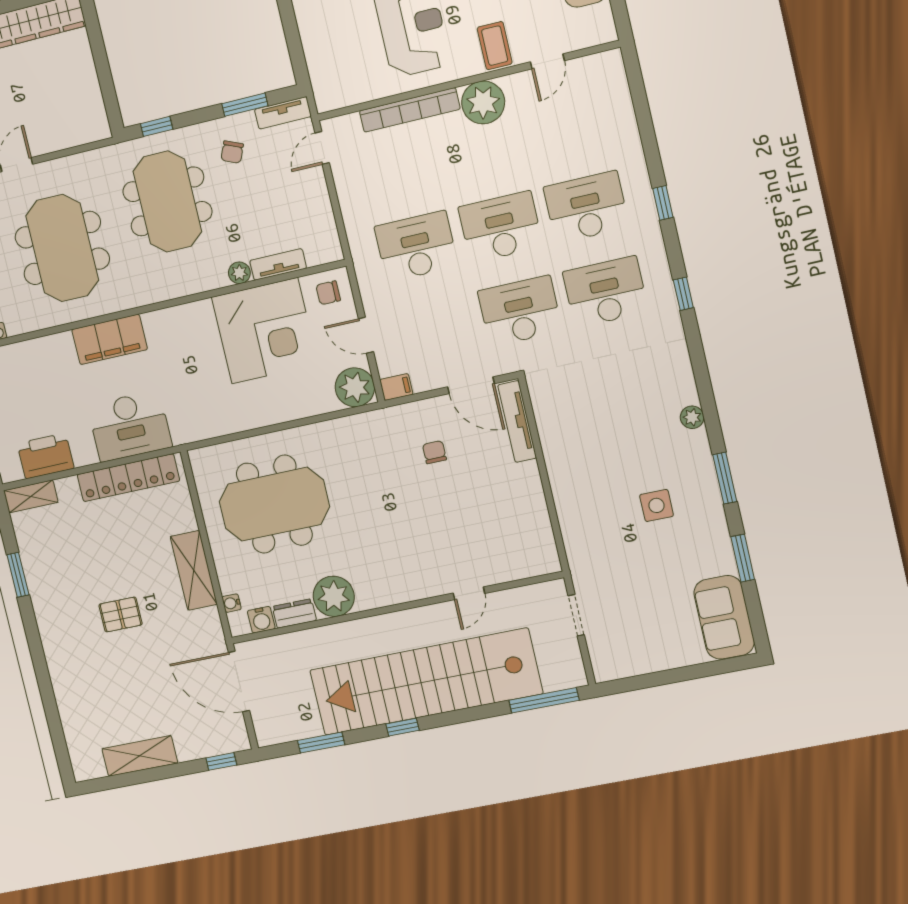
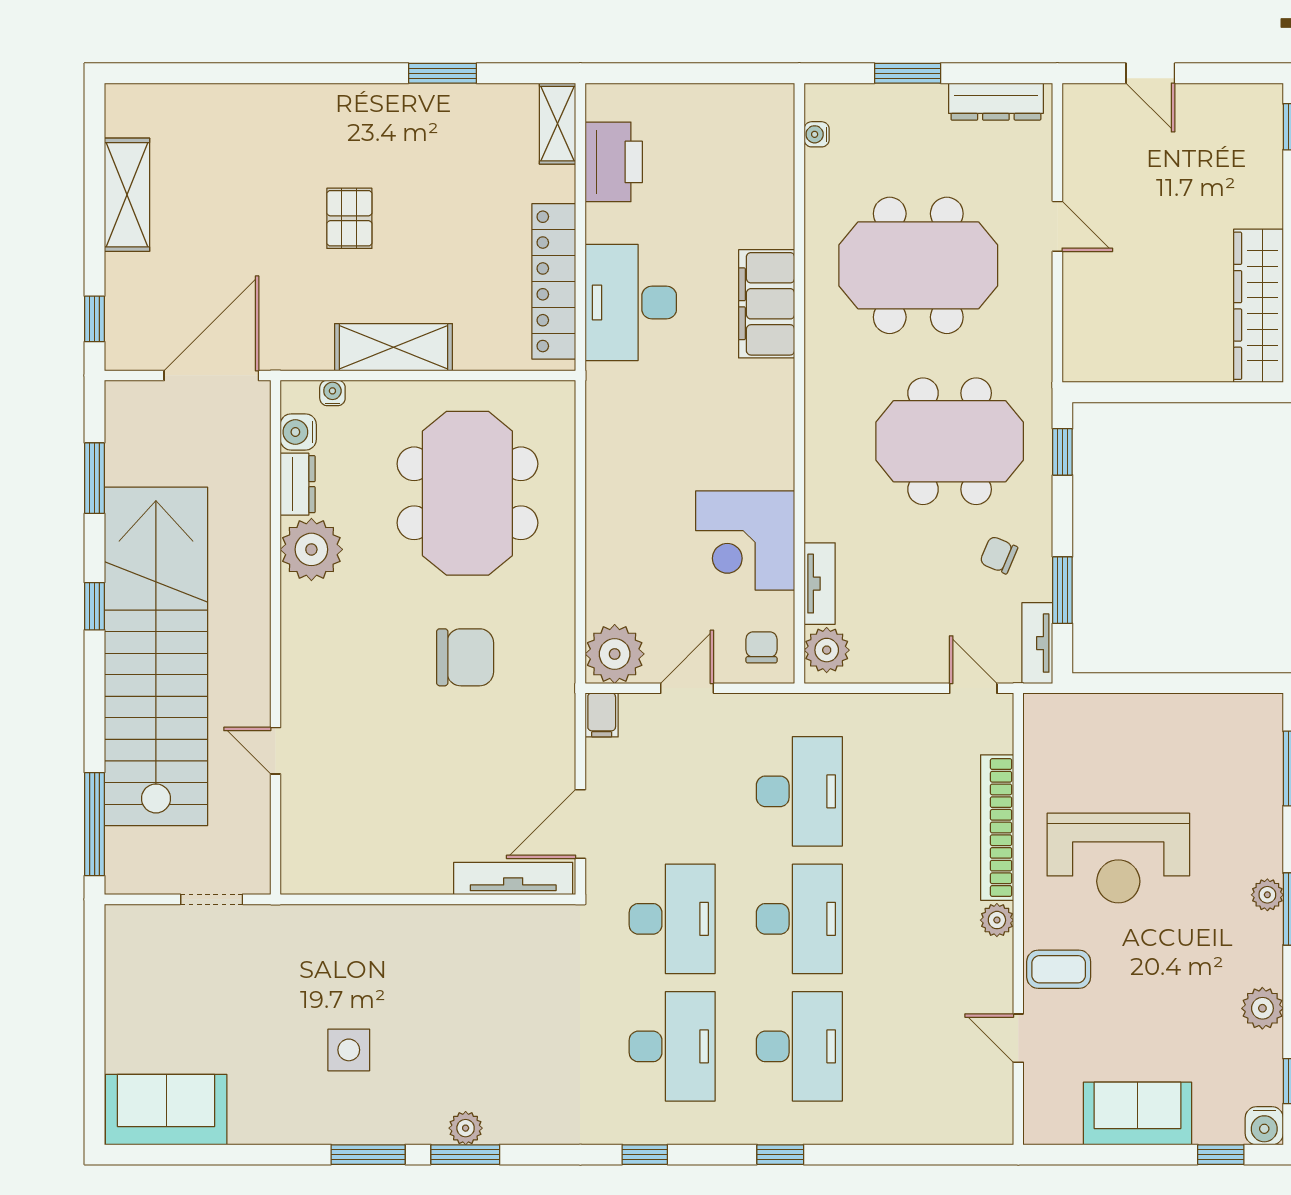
plant: (483, 102) -> (997, 920), width x0.53, depth x0.53
plant: (239, 273) -> (827, 650), moved, width x1.38, depth x1.38
corner desk: (265, 331) -> (745, 540), width x0.74, depth x0.74
chair: (434, 452) -> (465, 657), moved, width x1.87, depth x1.87
window: (743, 558) -> (465, 1155), moved

